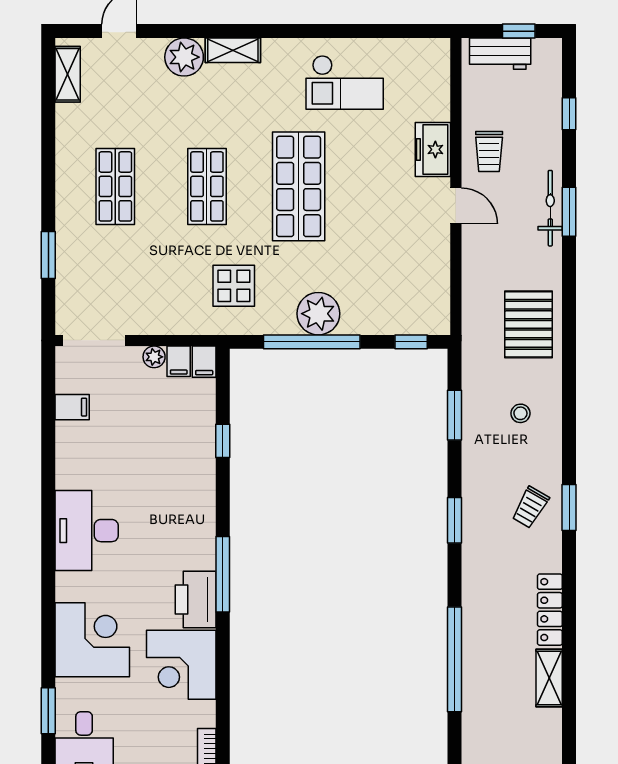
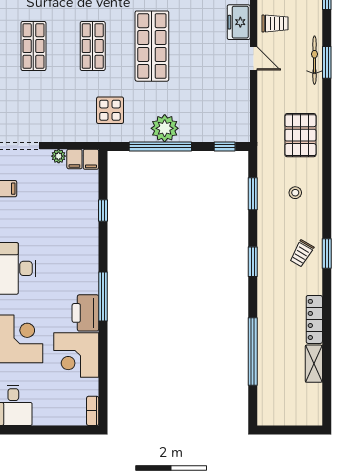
trolley: (489, 152) -> (275, 23), turned -90

